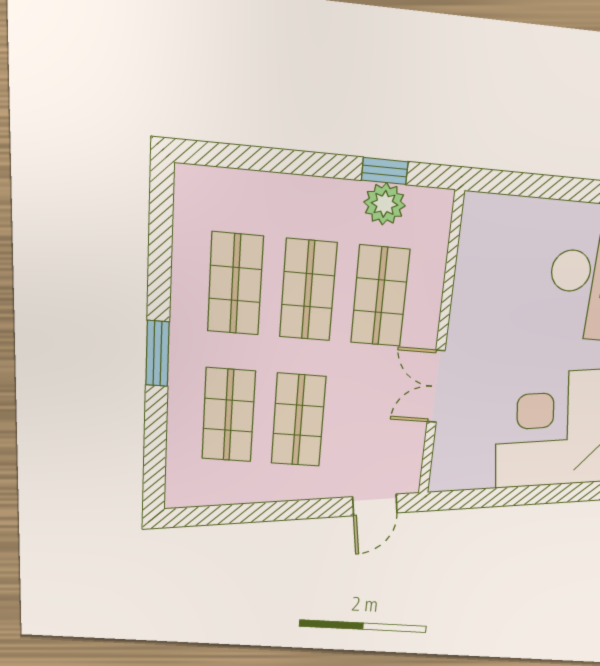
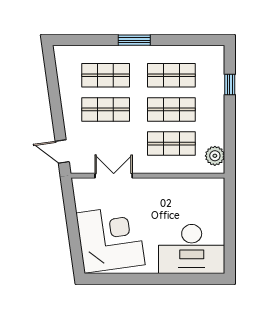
window: (385, 171) -> (230, 84), moved
plant: (385, 204) -> (215, 156), moved
double door: (436, 387) -> (114, 176), moved

